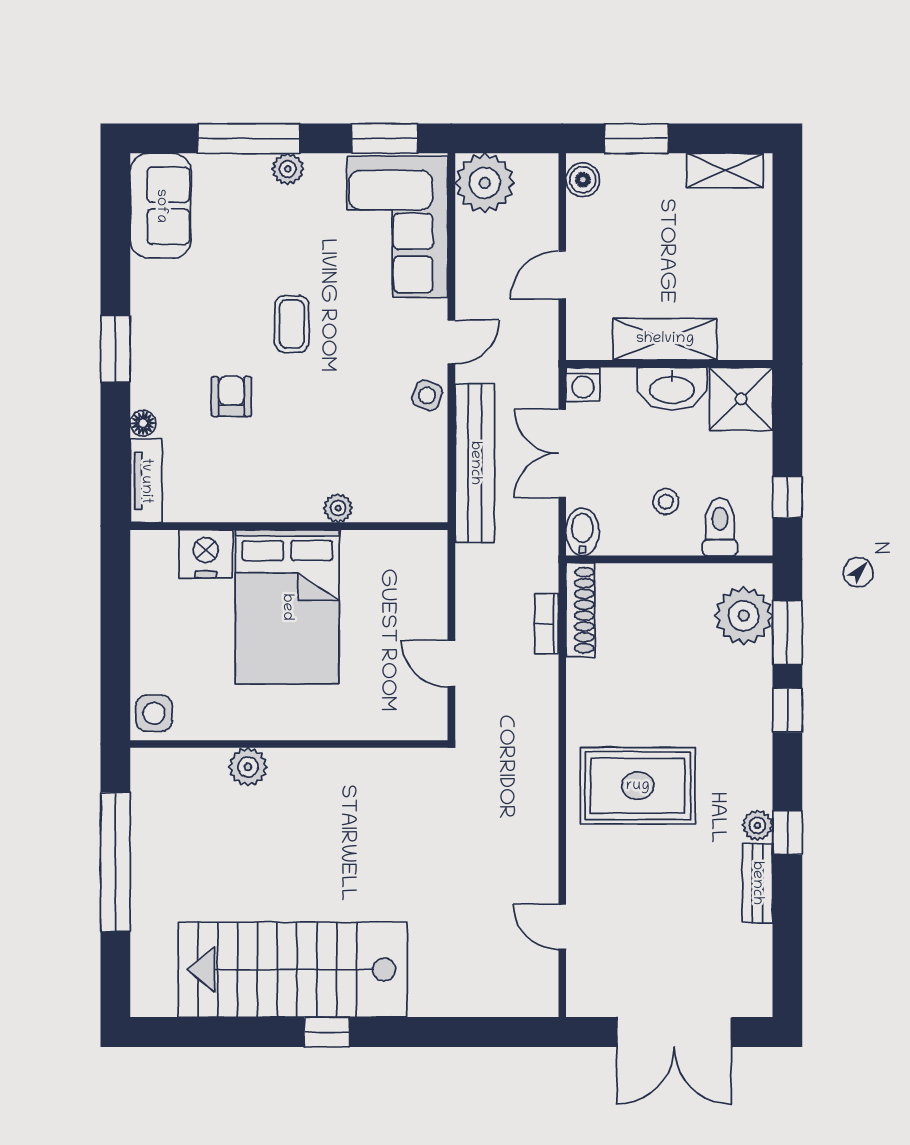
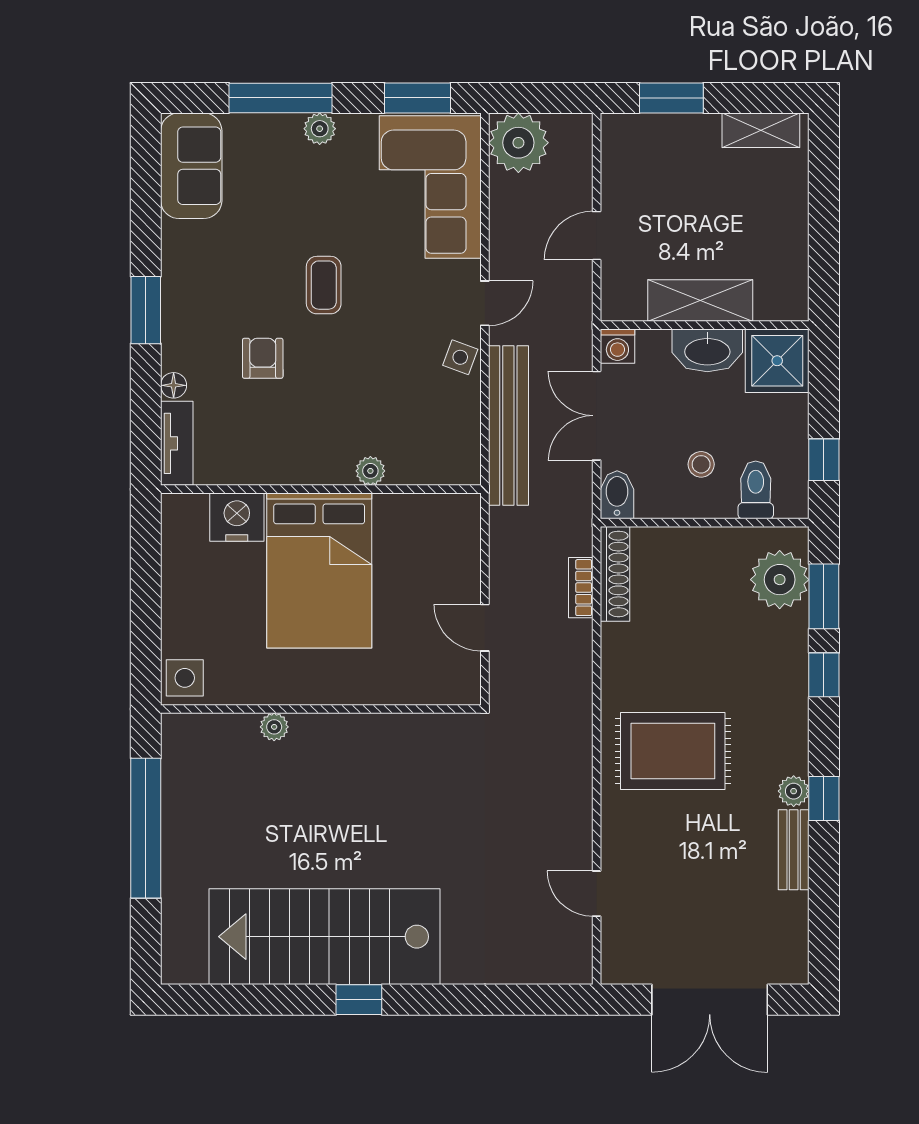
boiler: (583, 180) -> (617, 140), removed
plant: (248, 767) -> (274, 727), width x0.73, depth x0.73

